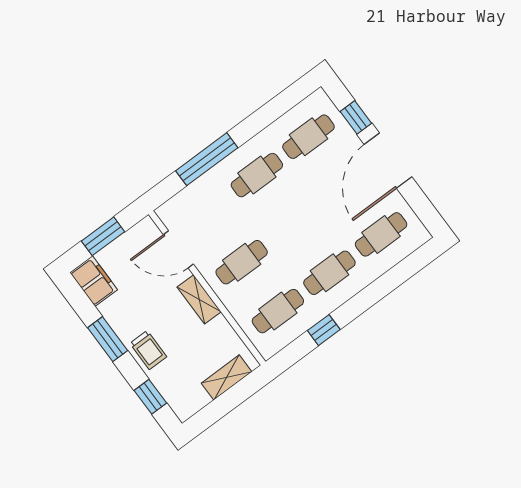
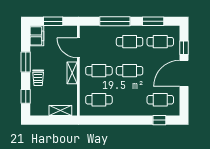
window: (271, 111) -> (153, 21), added
cafe table: (329, 273) -> (130, 71), moved
window: (324, 330) -> (159, 120), moved

